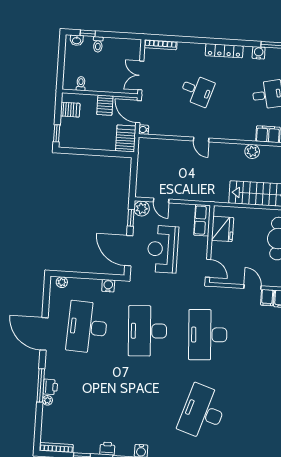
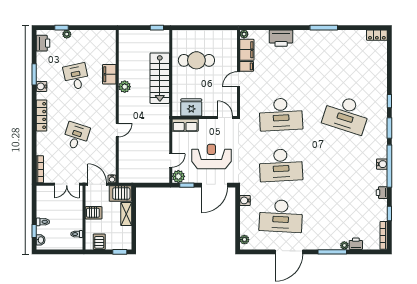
door: (138, 112) -> (97, 184), swing flipped
shelving: (101, 144) -> (126, 214), added
reception desk: (163, 249) -> (211, 157), turned 180
door: (208, 268) -> (225, 117), hinge flipped
printer: (50, 387) -> (356, 244), moved

